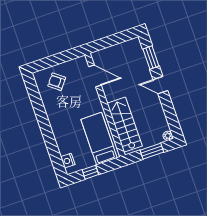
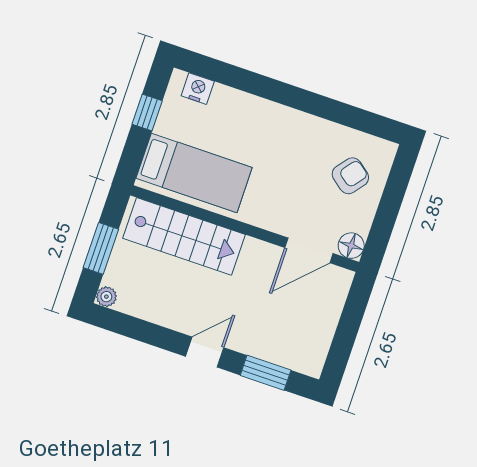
floor lamp: (82, 62) -> (351, 246), added

